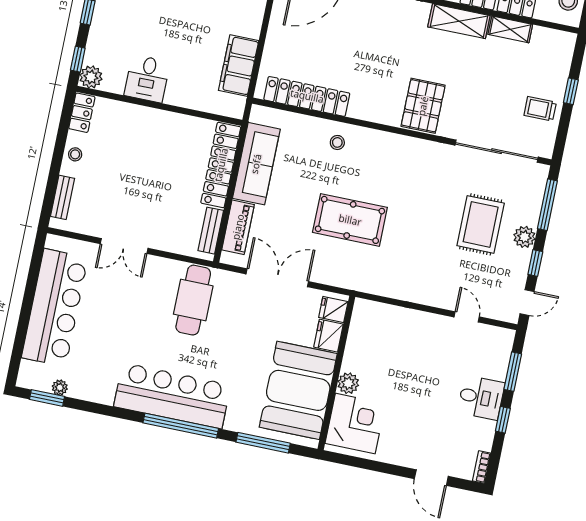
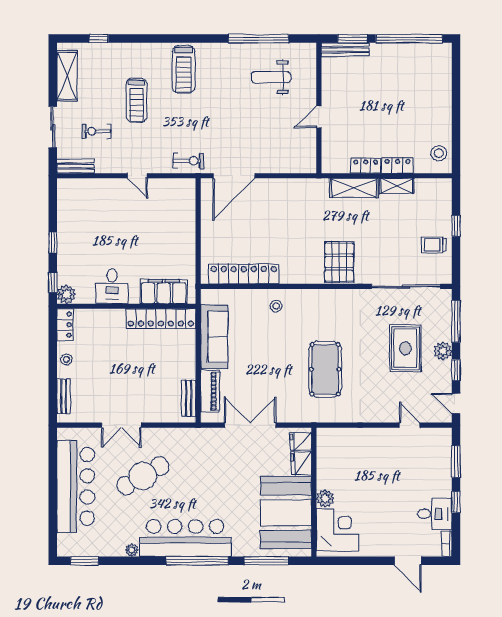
filing cabinet: (239, 66) -> (164, 292), moved, turned 90
locker: (221, 165) -> (161, 319), moved, turned -90
pool table: (350, 220) -> (325, 369), moved, turned 90
cafe table: (193, 300) -> (143, 476), moved, turned 60
door: (527, 303) -> (456, 404), swing flipped
plant: (60, 387) -> (132, 550), moved
desk: (481, 398) -> (435, 514), moved

